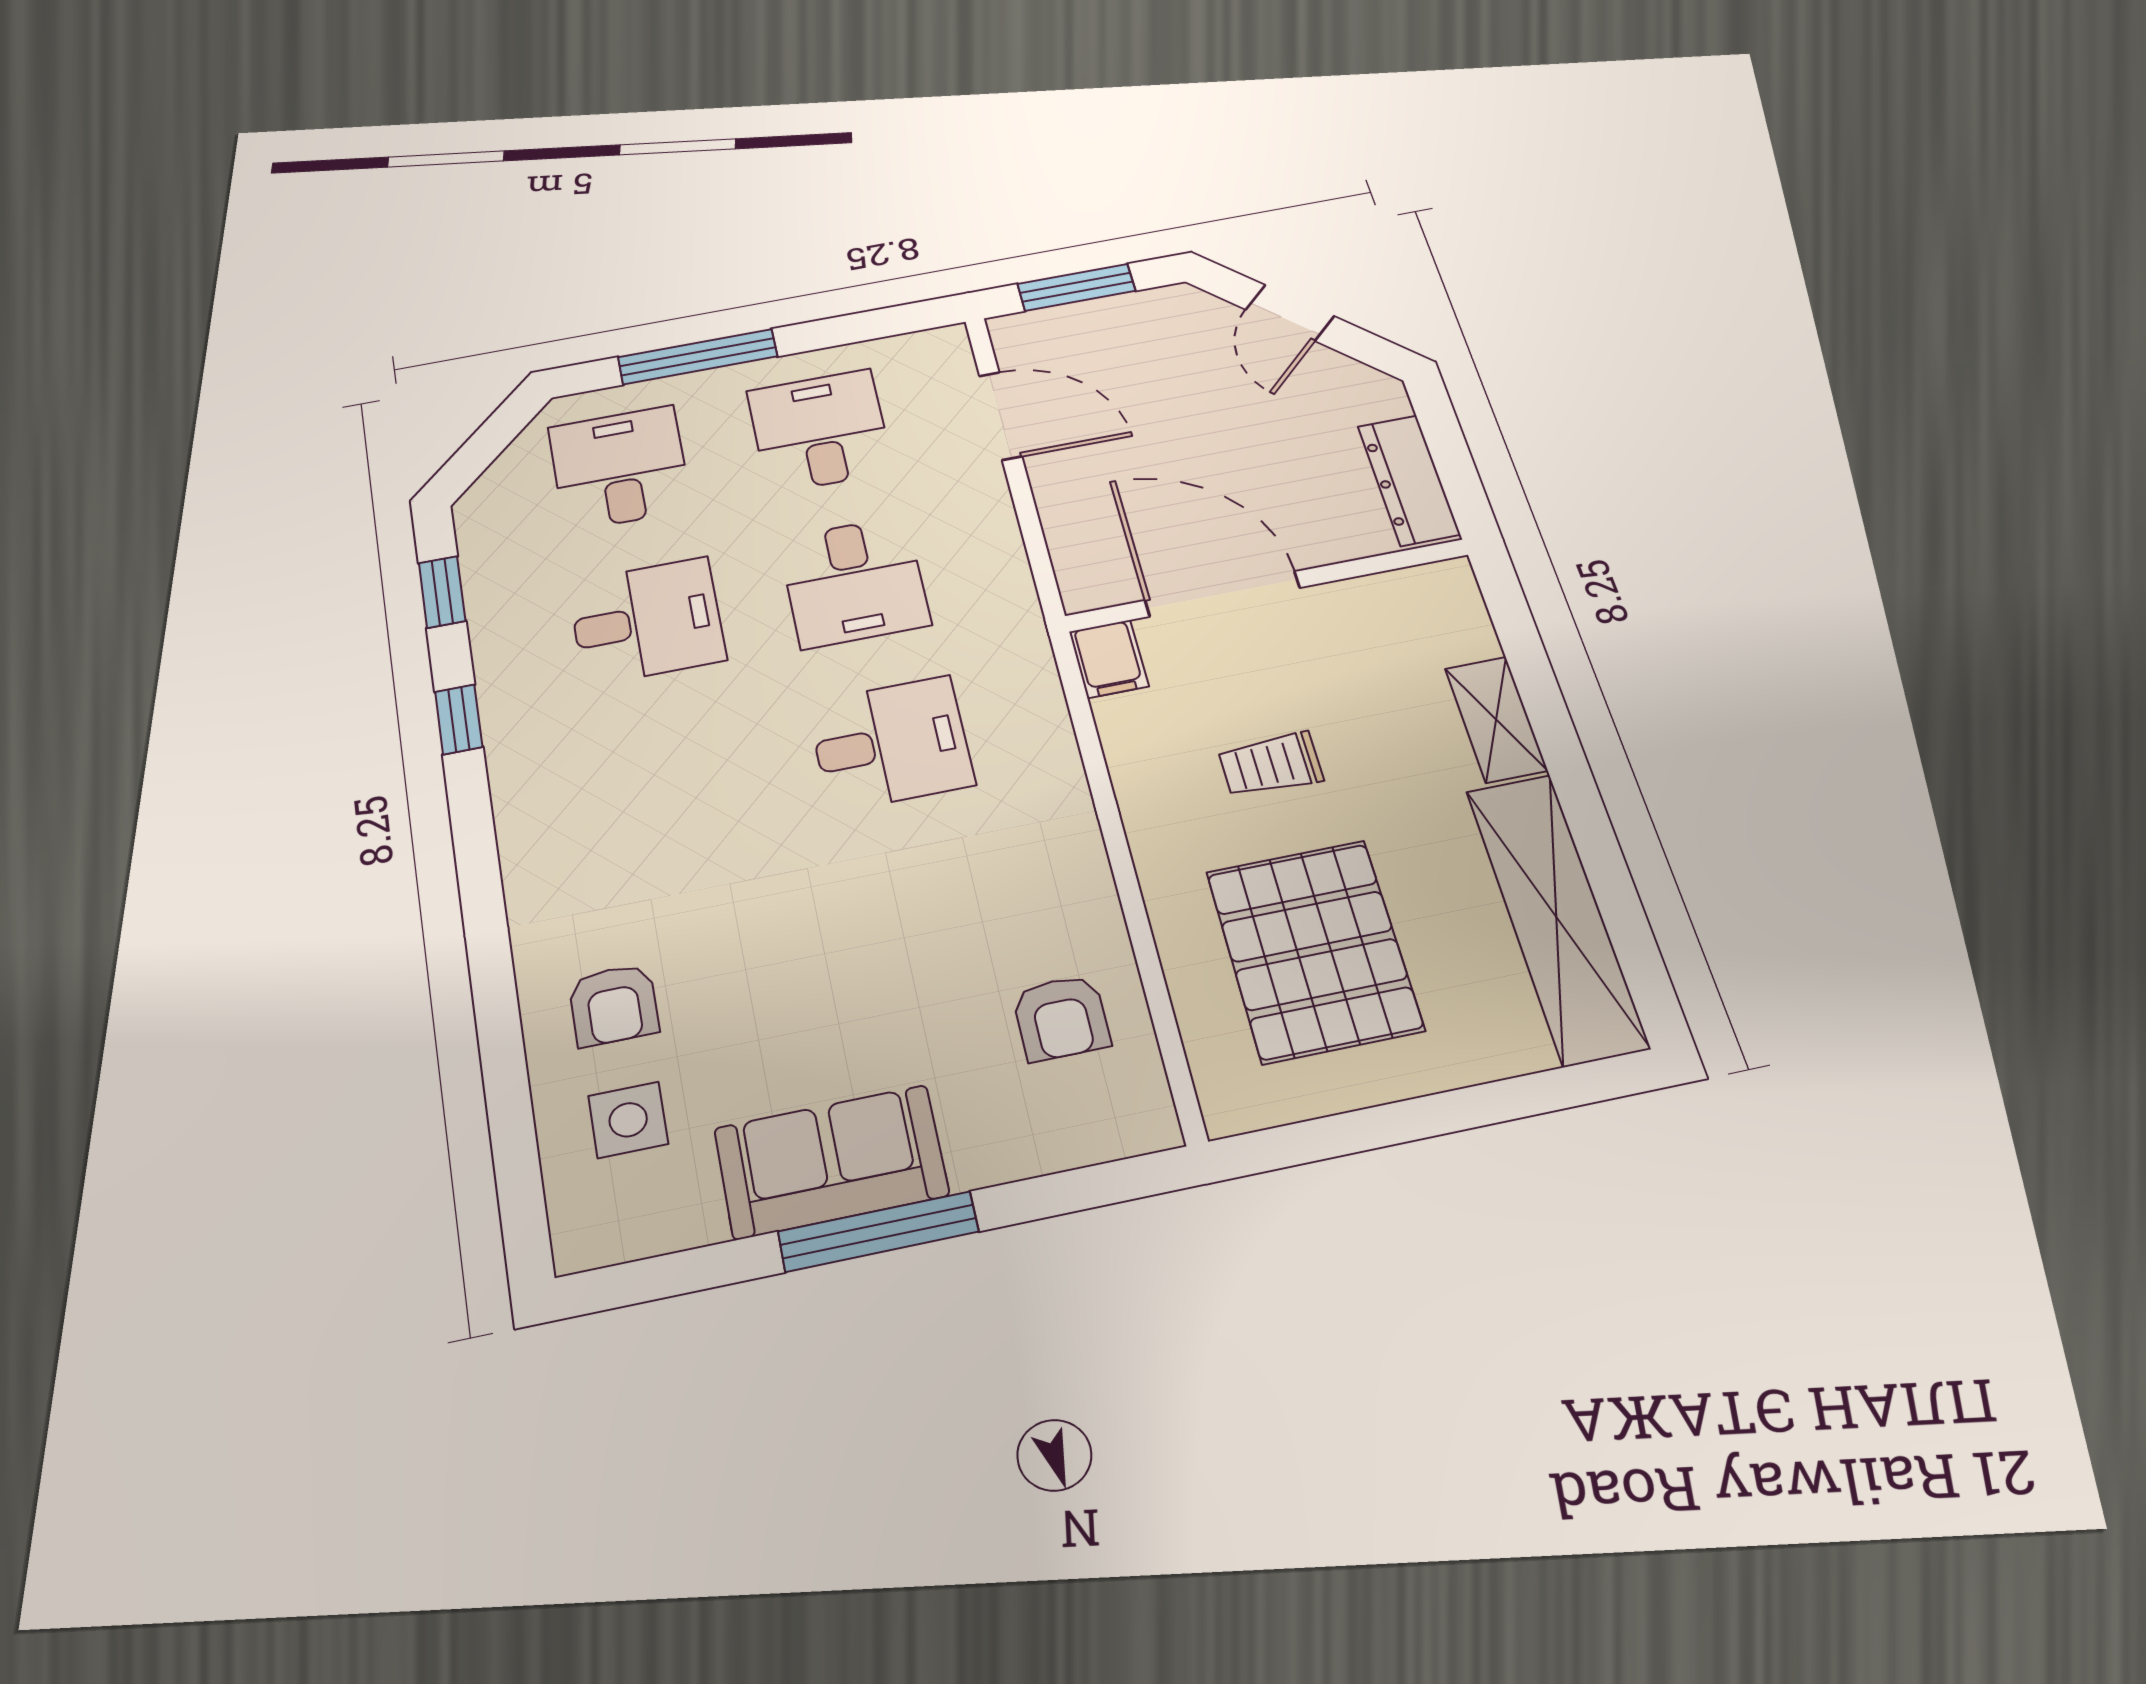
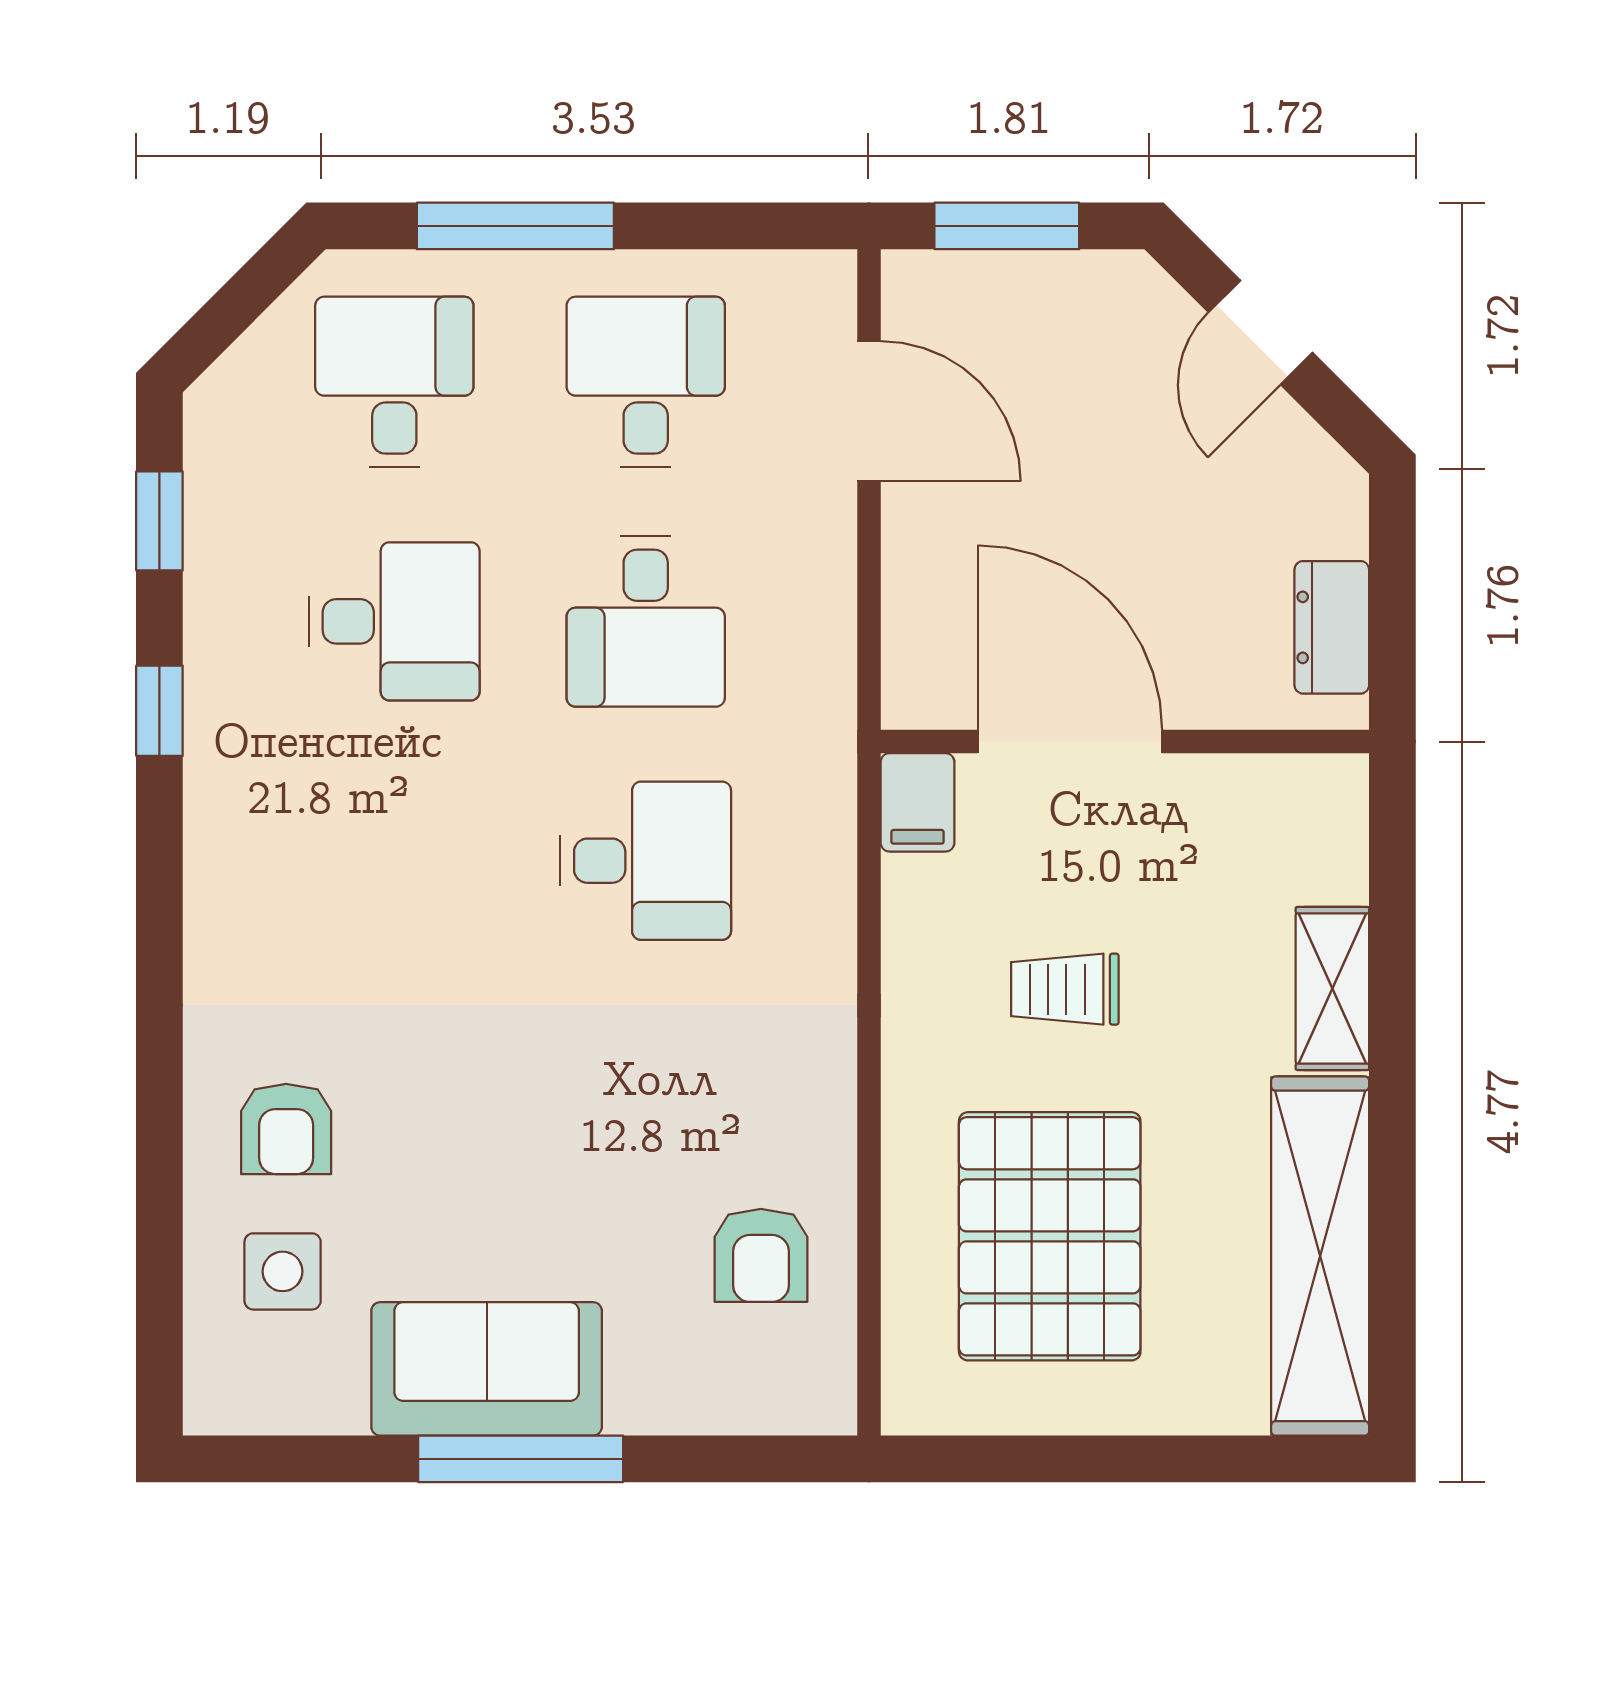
dresser: (1409, 480) -> (1332, 627), width x0.70

